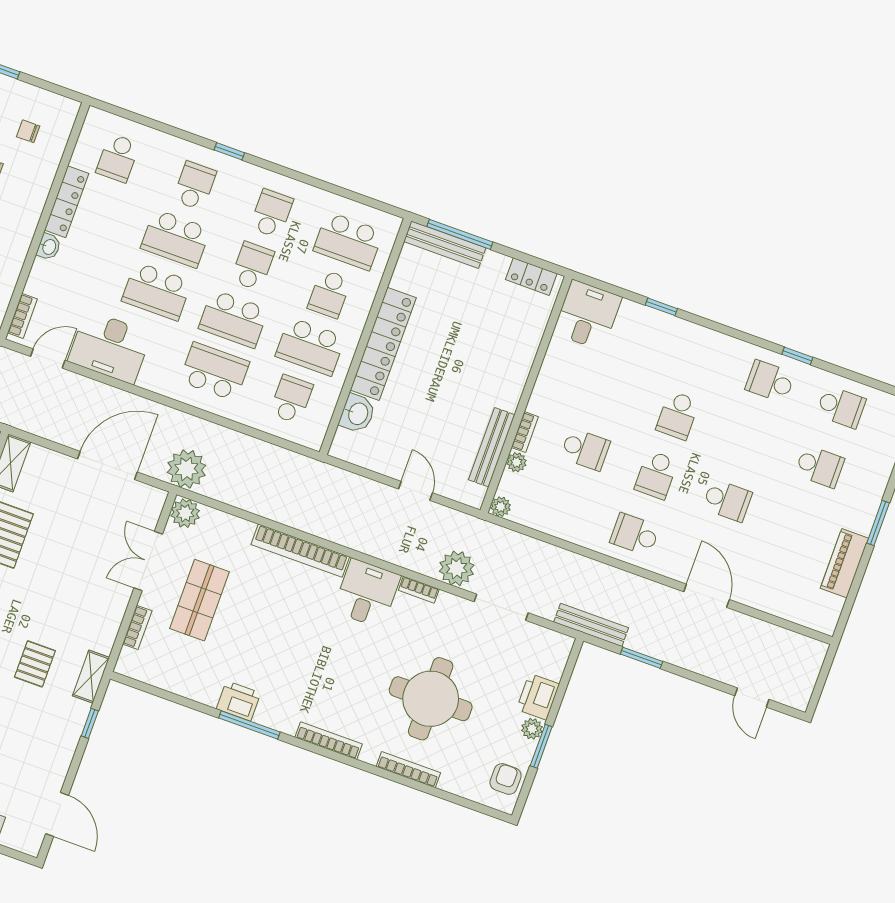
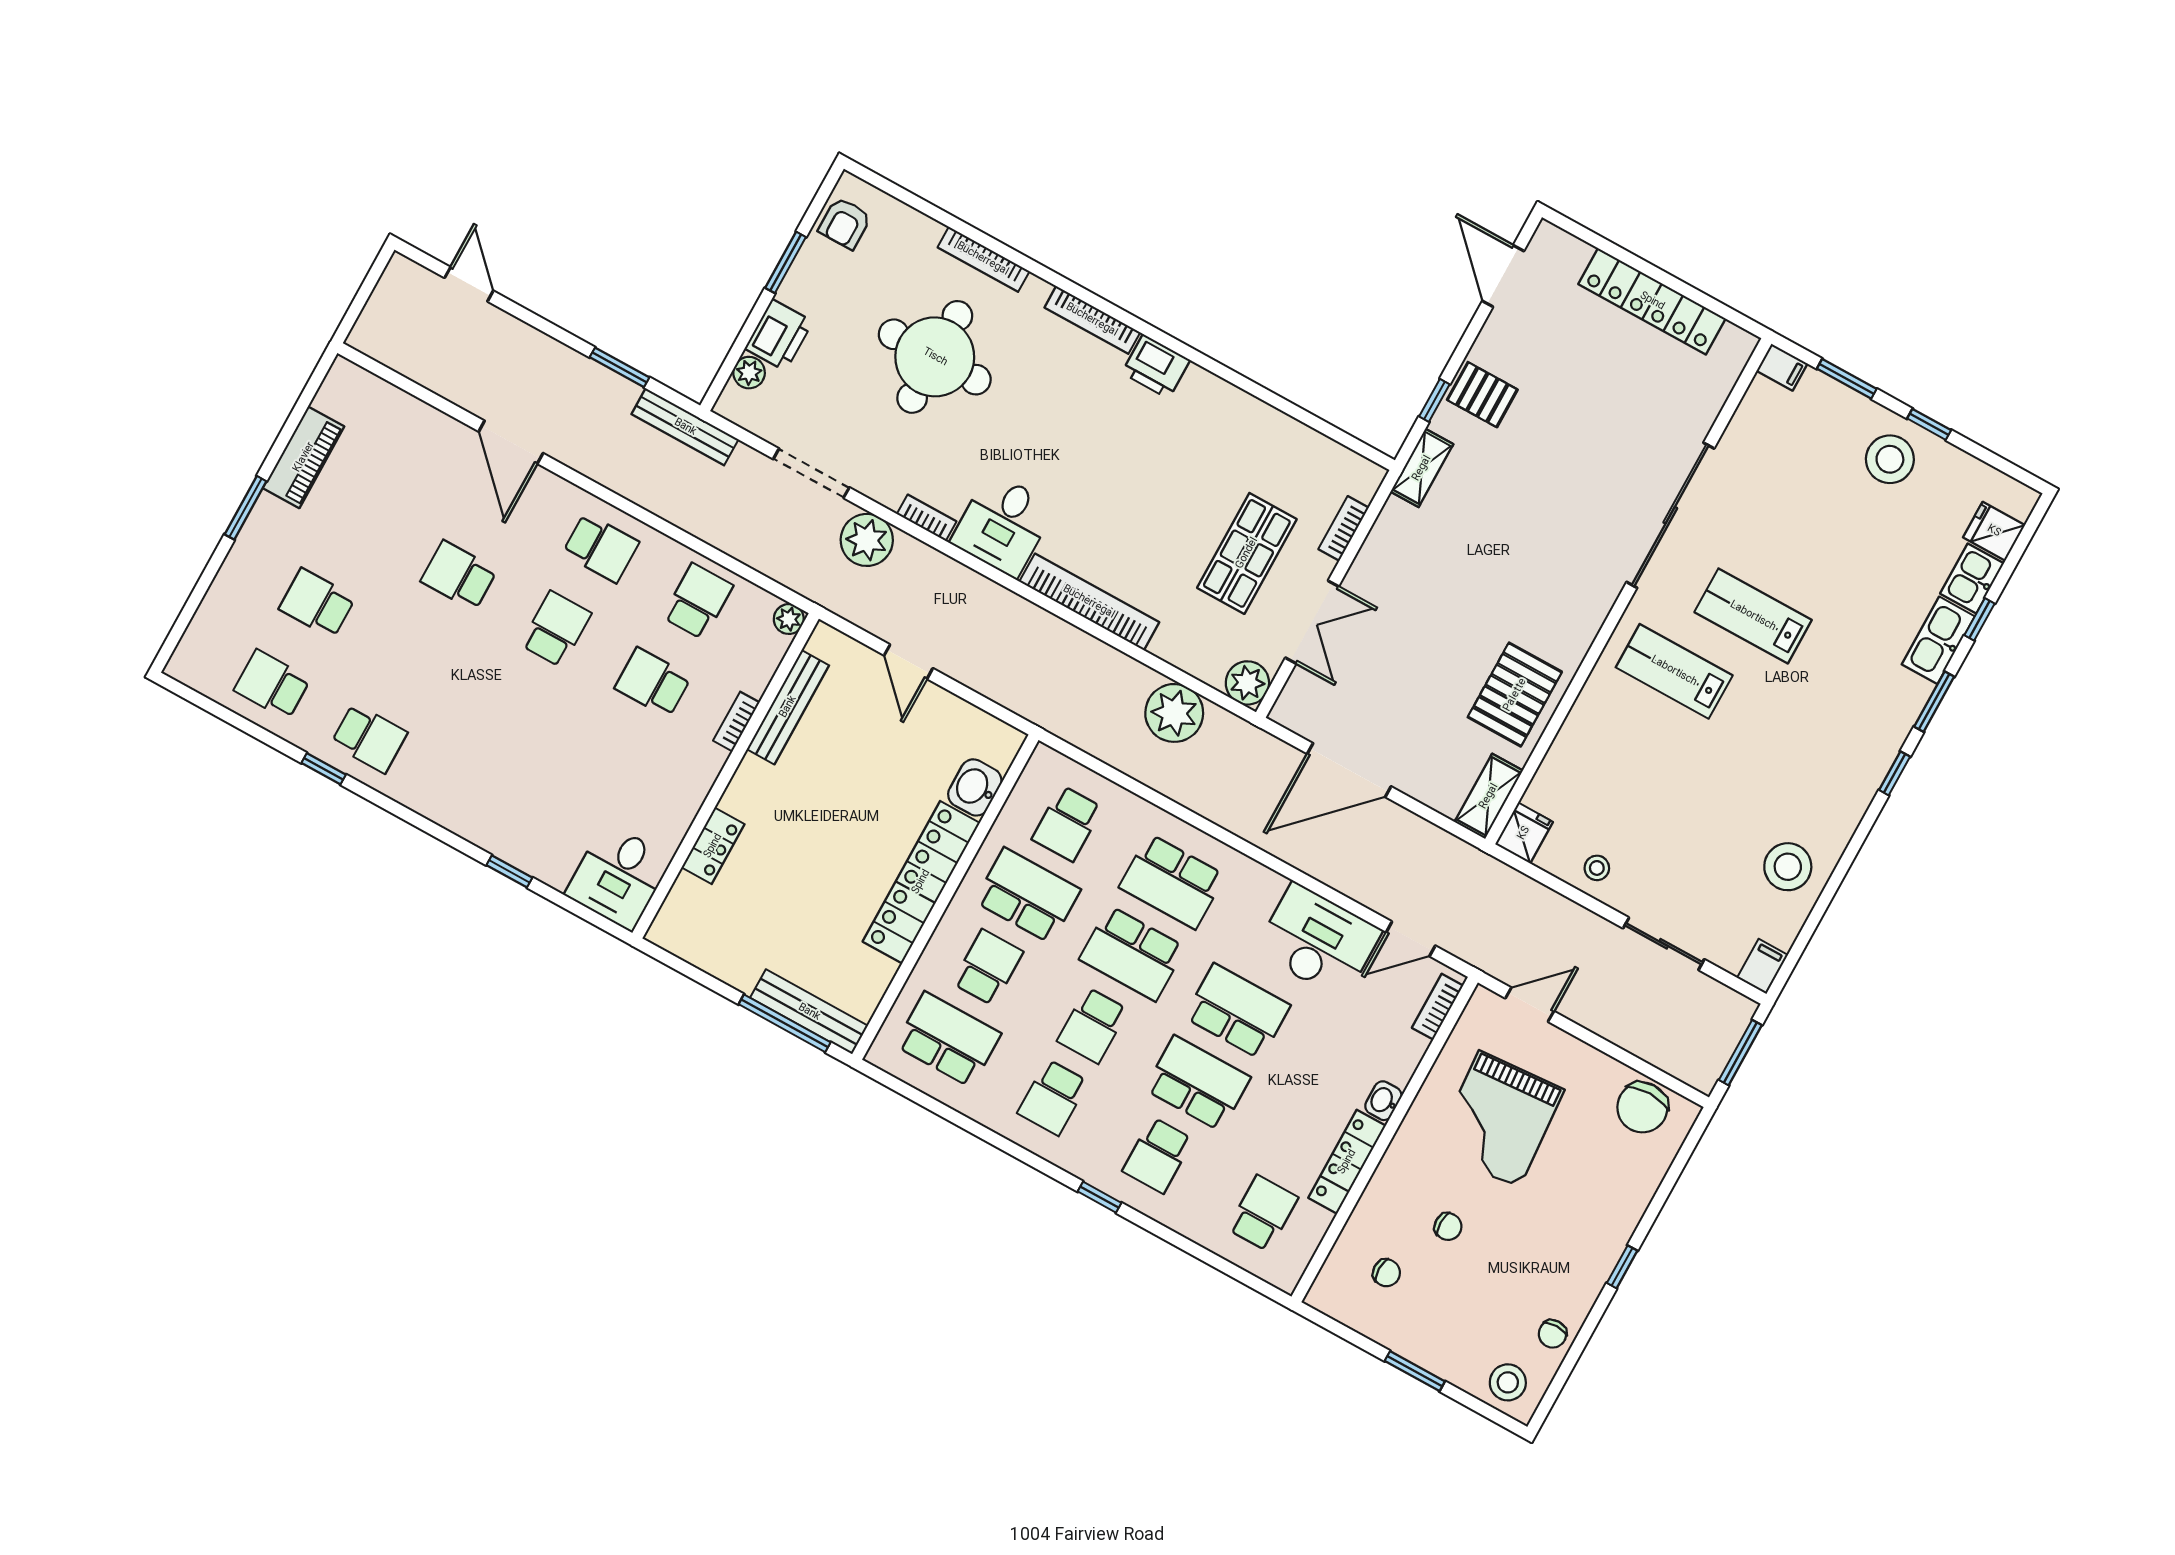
locker: (531, 277) -> (713, 846), moved, turned 90
school desk: (233, 319) -> (1132, 953), turned 180
school desk: (678, 415) -> (698, 601), moved
plant: (516, 462) -> (755, 680), removed
plant: (186, 469) -> (1174, 713), moved
pallet: (35, 664) -> (1482, 395), moved, turned 90
printer: (239, 701) -> (1156, 367), moved
window: (249, 725) -> (1204, 361), removed
plant: (532, 729) -> (749, 373), moved

